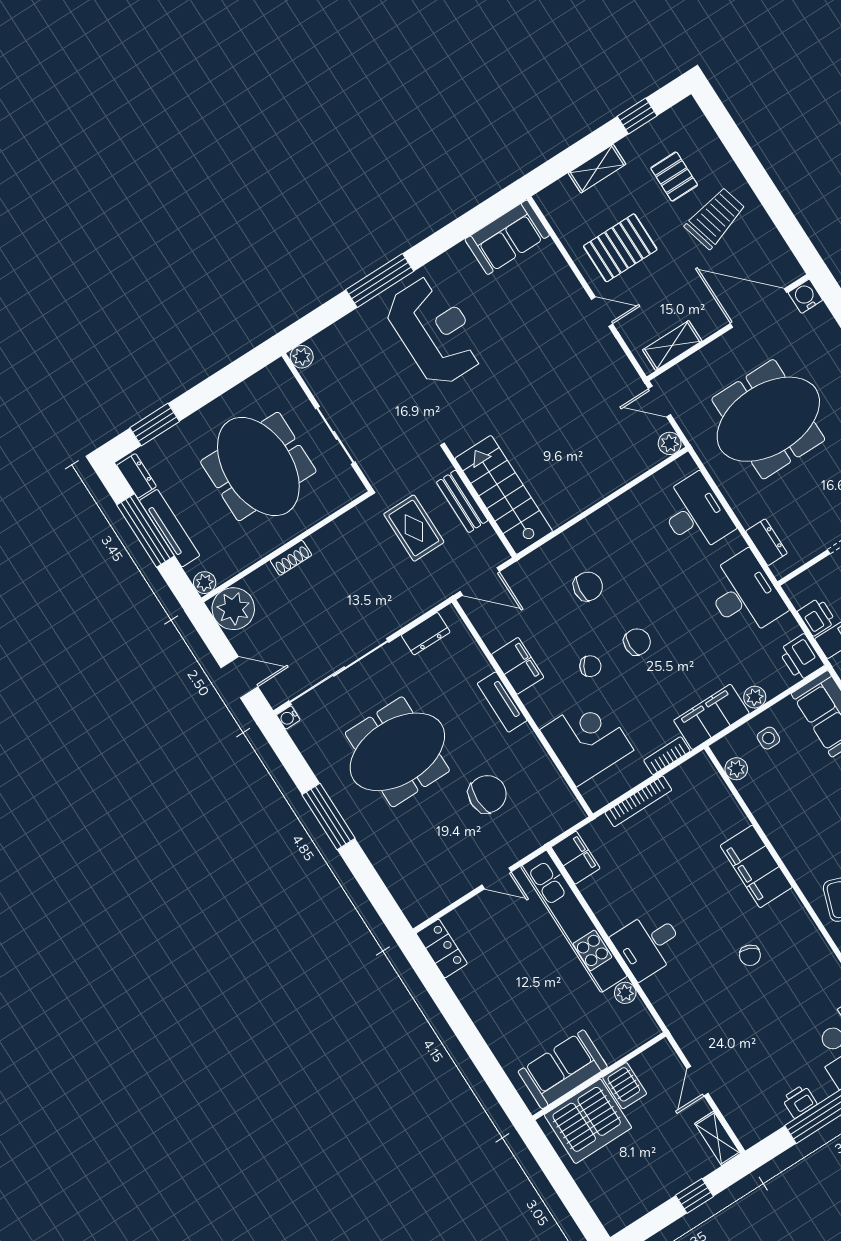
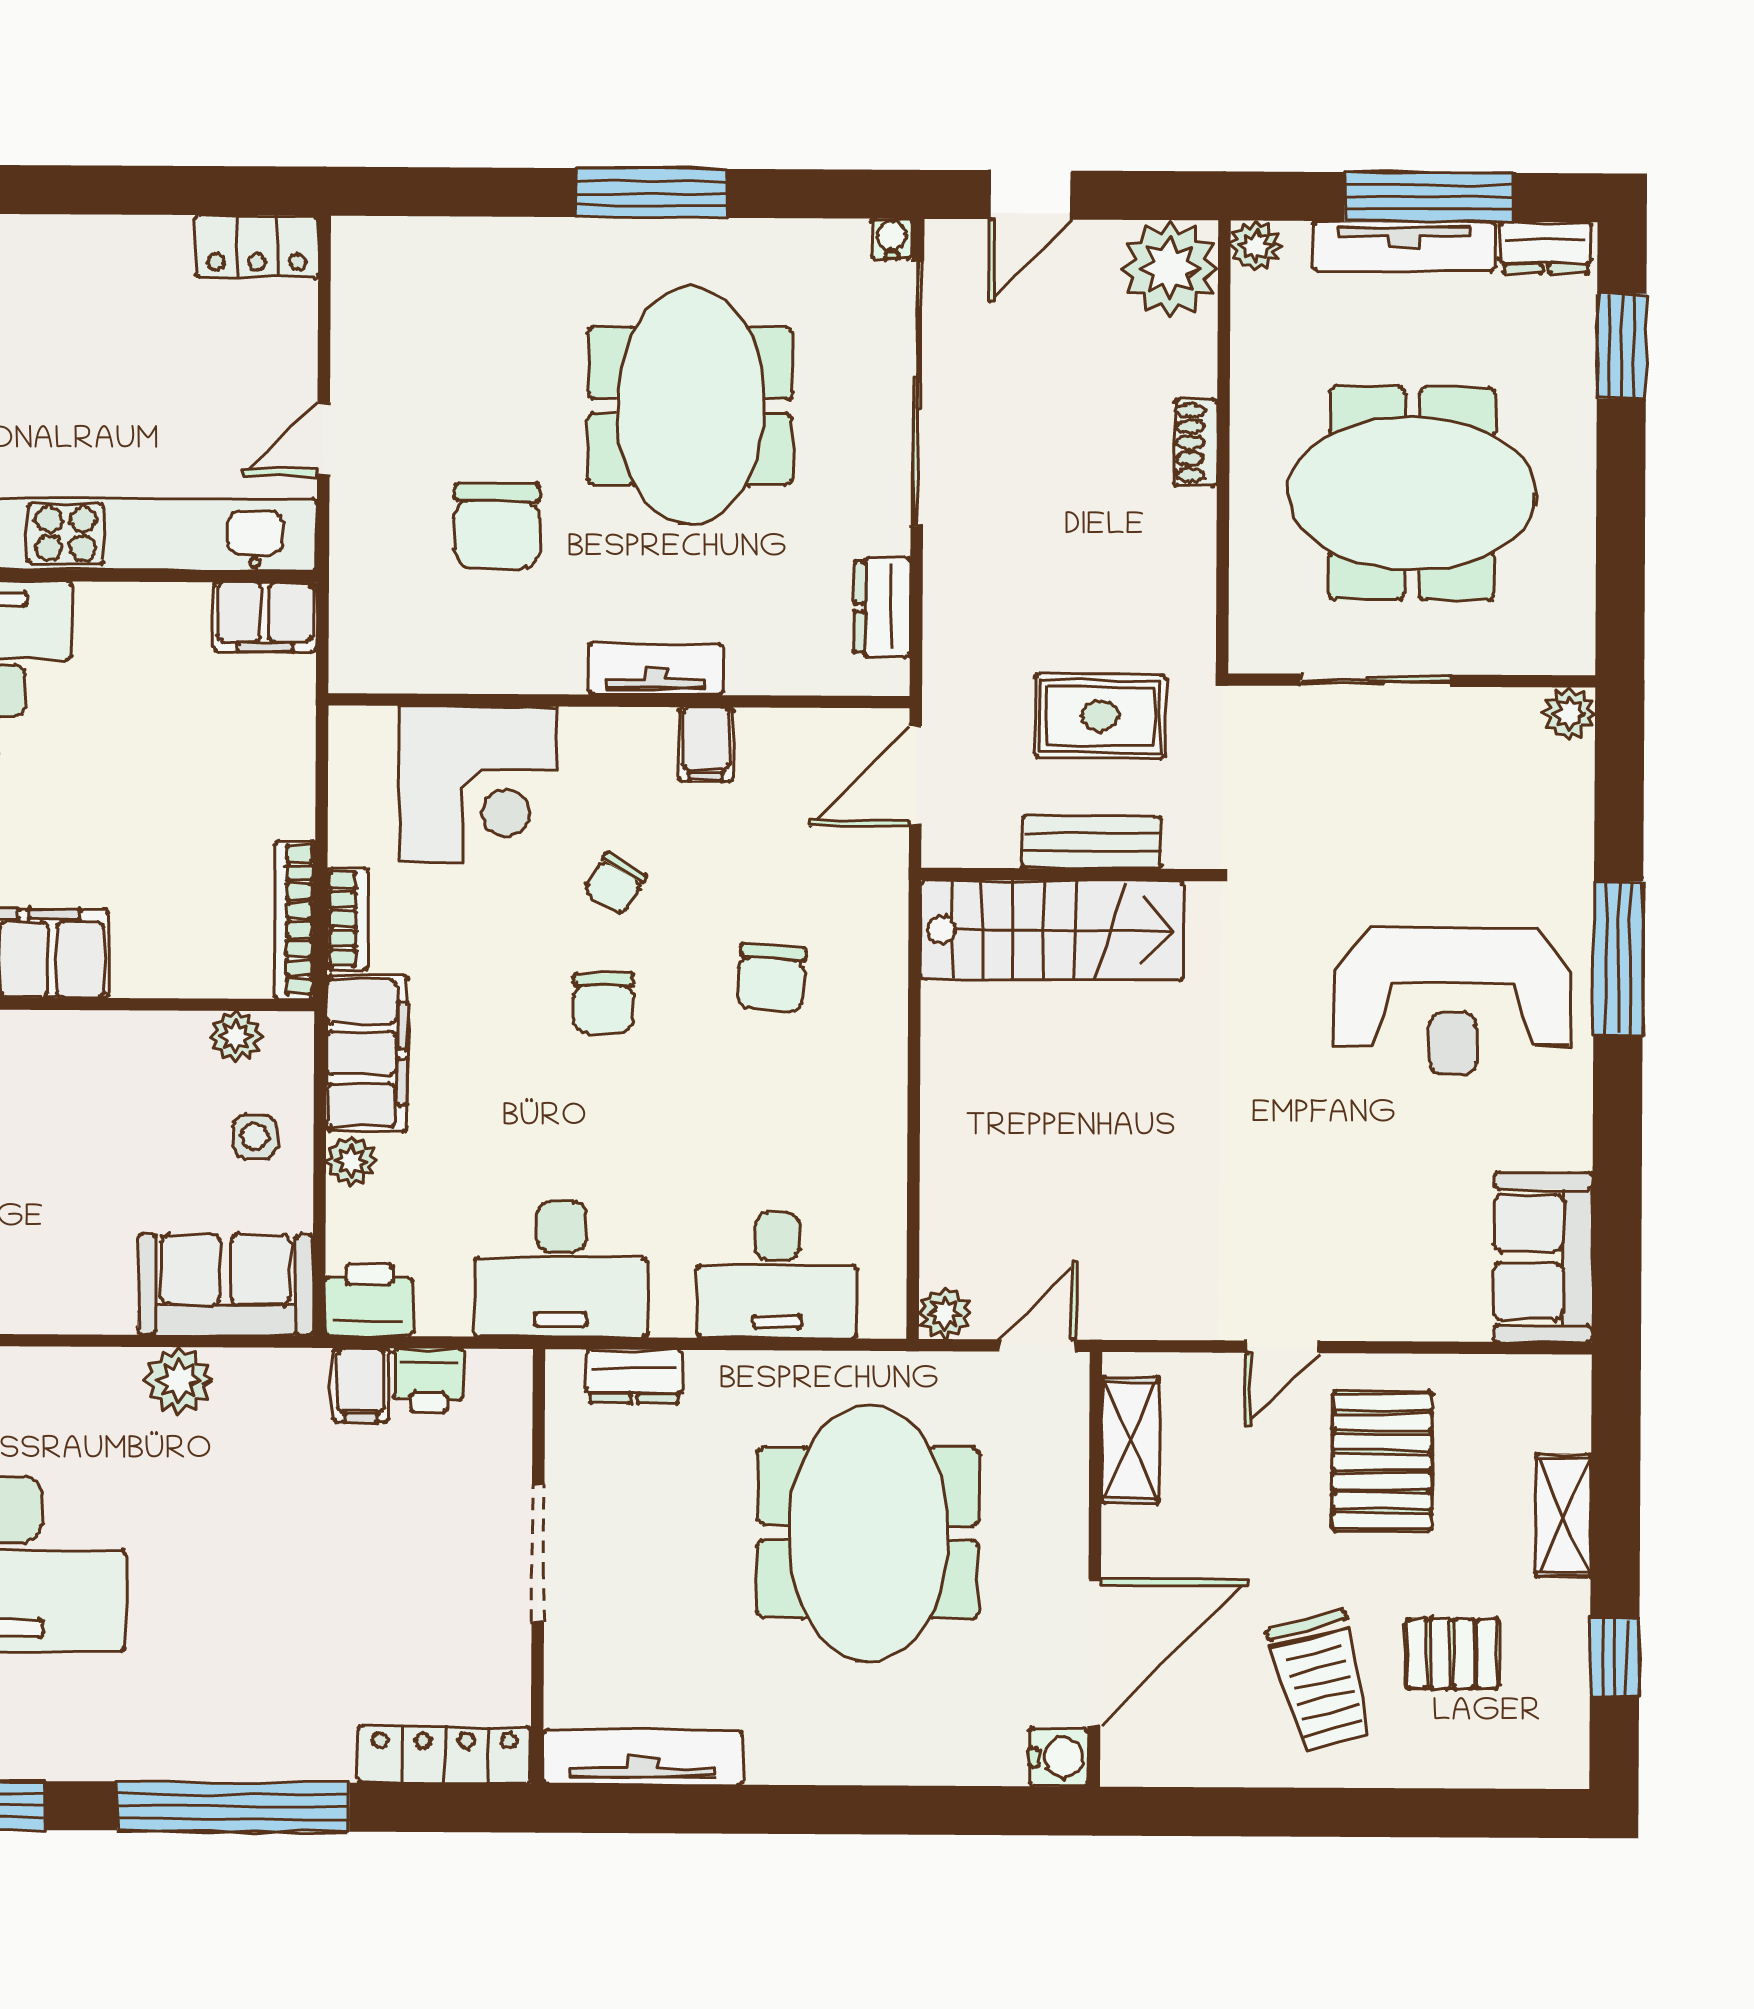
filing cabinet: (518, 666) -> (706, 744), width x0.50
bookcase: (638, 801) -> (295, 920), moved

